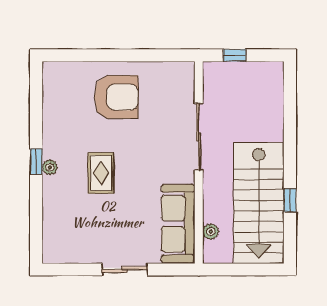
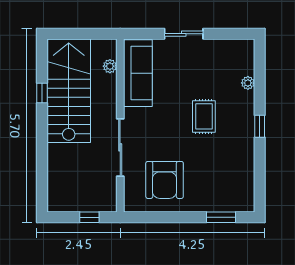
window: (81, 55) -> (221, 217), added
armchair: (116, 97) -> (165, 180), moved, turned -90
plant: (50, 167) -> (248, 83), moved

